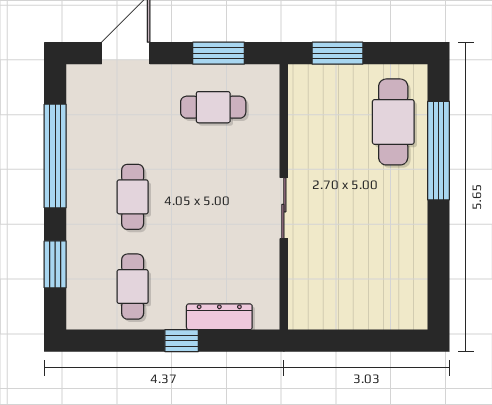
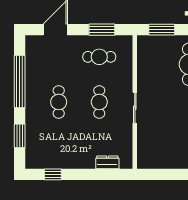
cafe table: (133, 287) -> (99, 102), moved
dresser: (219, 317) -> (107, 162), width x0.70
window: (182, 341) -> (53, 174), moved

